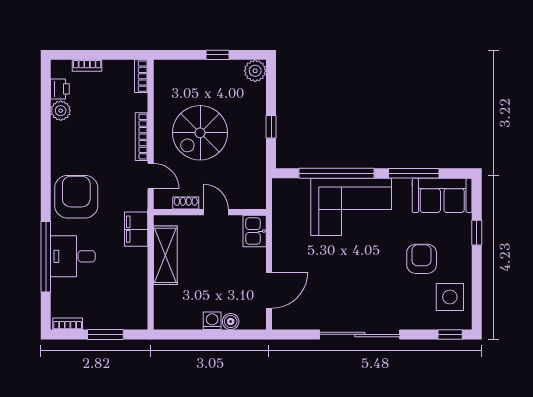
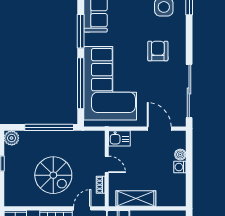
window: (271, 127) -> (49, 127), width x3.17
corner sofa: (351, 207) -> (110, 83), width x1.36, depth x1.36
door: (216, 212) -> (107, 164), swing flipped
armchair: (422, 259) -> (158, 51), moved, turned 90
sliding door: (360, 334) -> (189, 91), moved

